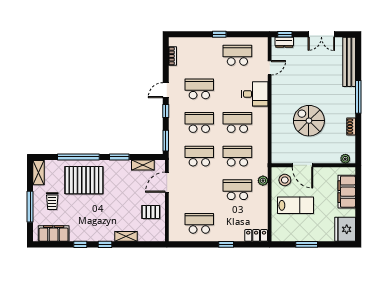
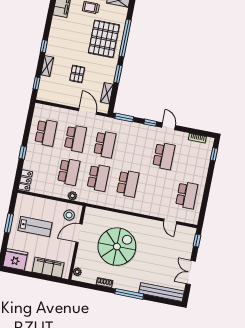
window: (219, 34) -> (214, 154), moved
dresser: (284, 42) -> (190, 239), removed
desk: (255, 94) -> (150, 204), removed
spiral stairs: (309, 121) -> (117, 247), width x1.37, depth x1.37
school desk: (199, 122) -> (75, 138), moved
lab bench: (295, 205) -> (35, 227), moved, turned -90
pallet: (151, 212) -> (77, 74), moved
window: (80, 244) -> (37, 83), moved

